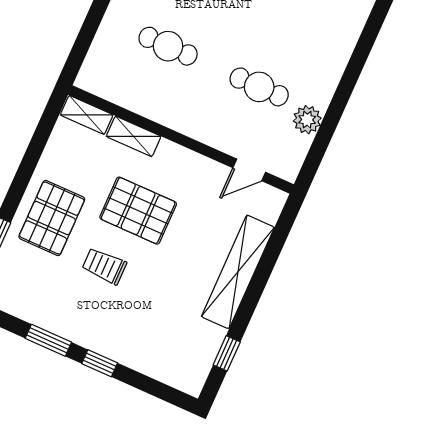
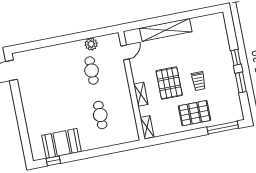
shelving: (134, 136) -> (141, 94), moved
door: (249, 170) -> (125, 52), hinge flipped
window: (227, 353) -> (199, 13), removed

